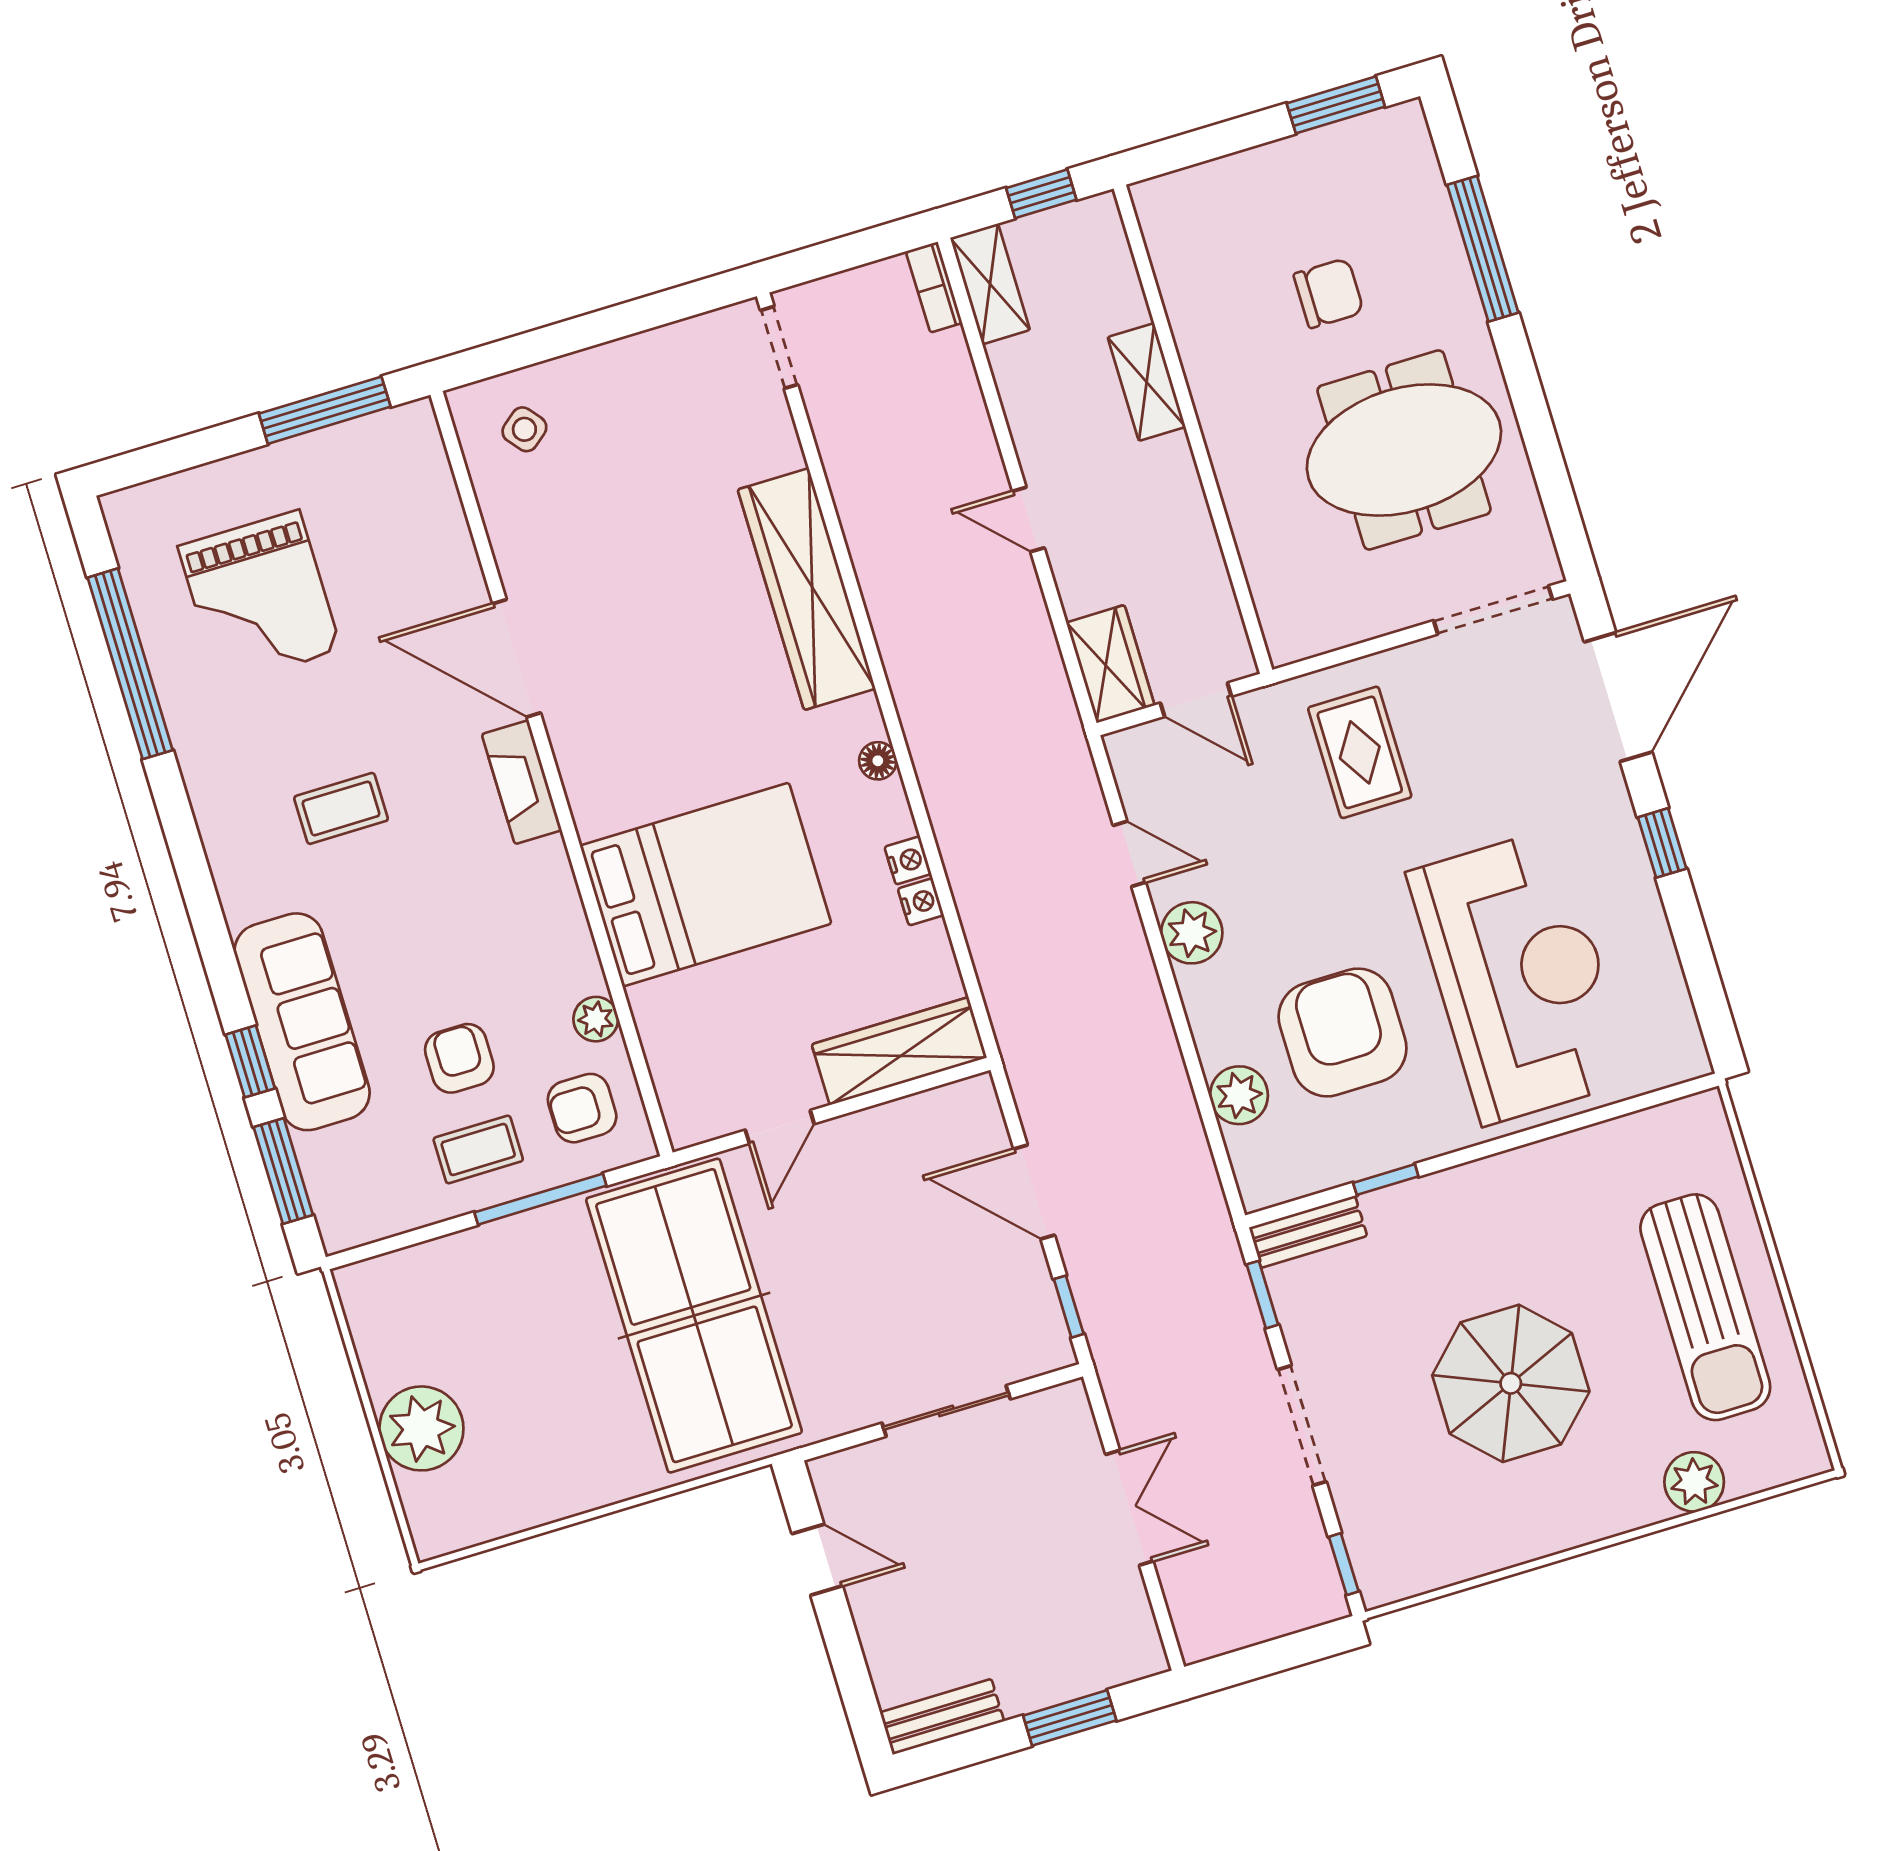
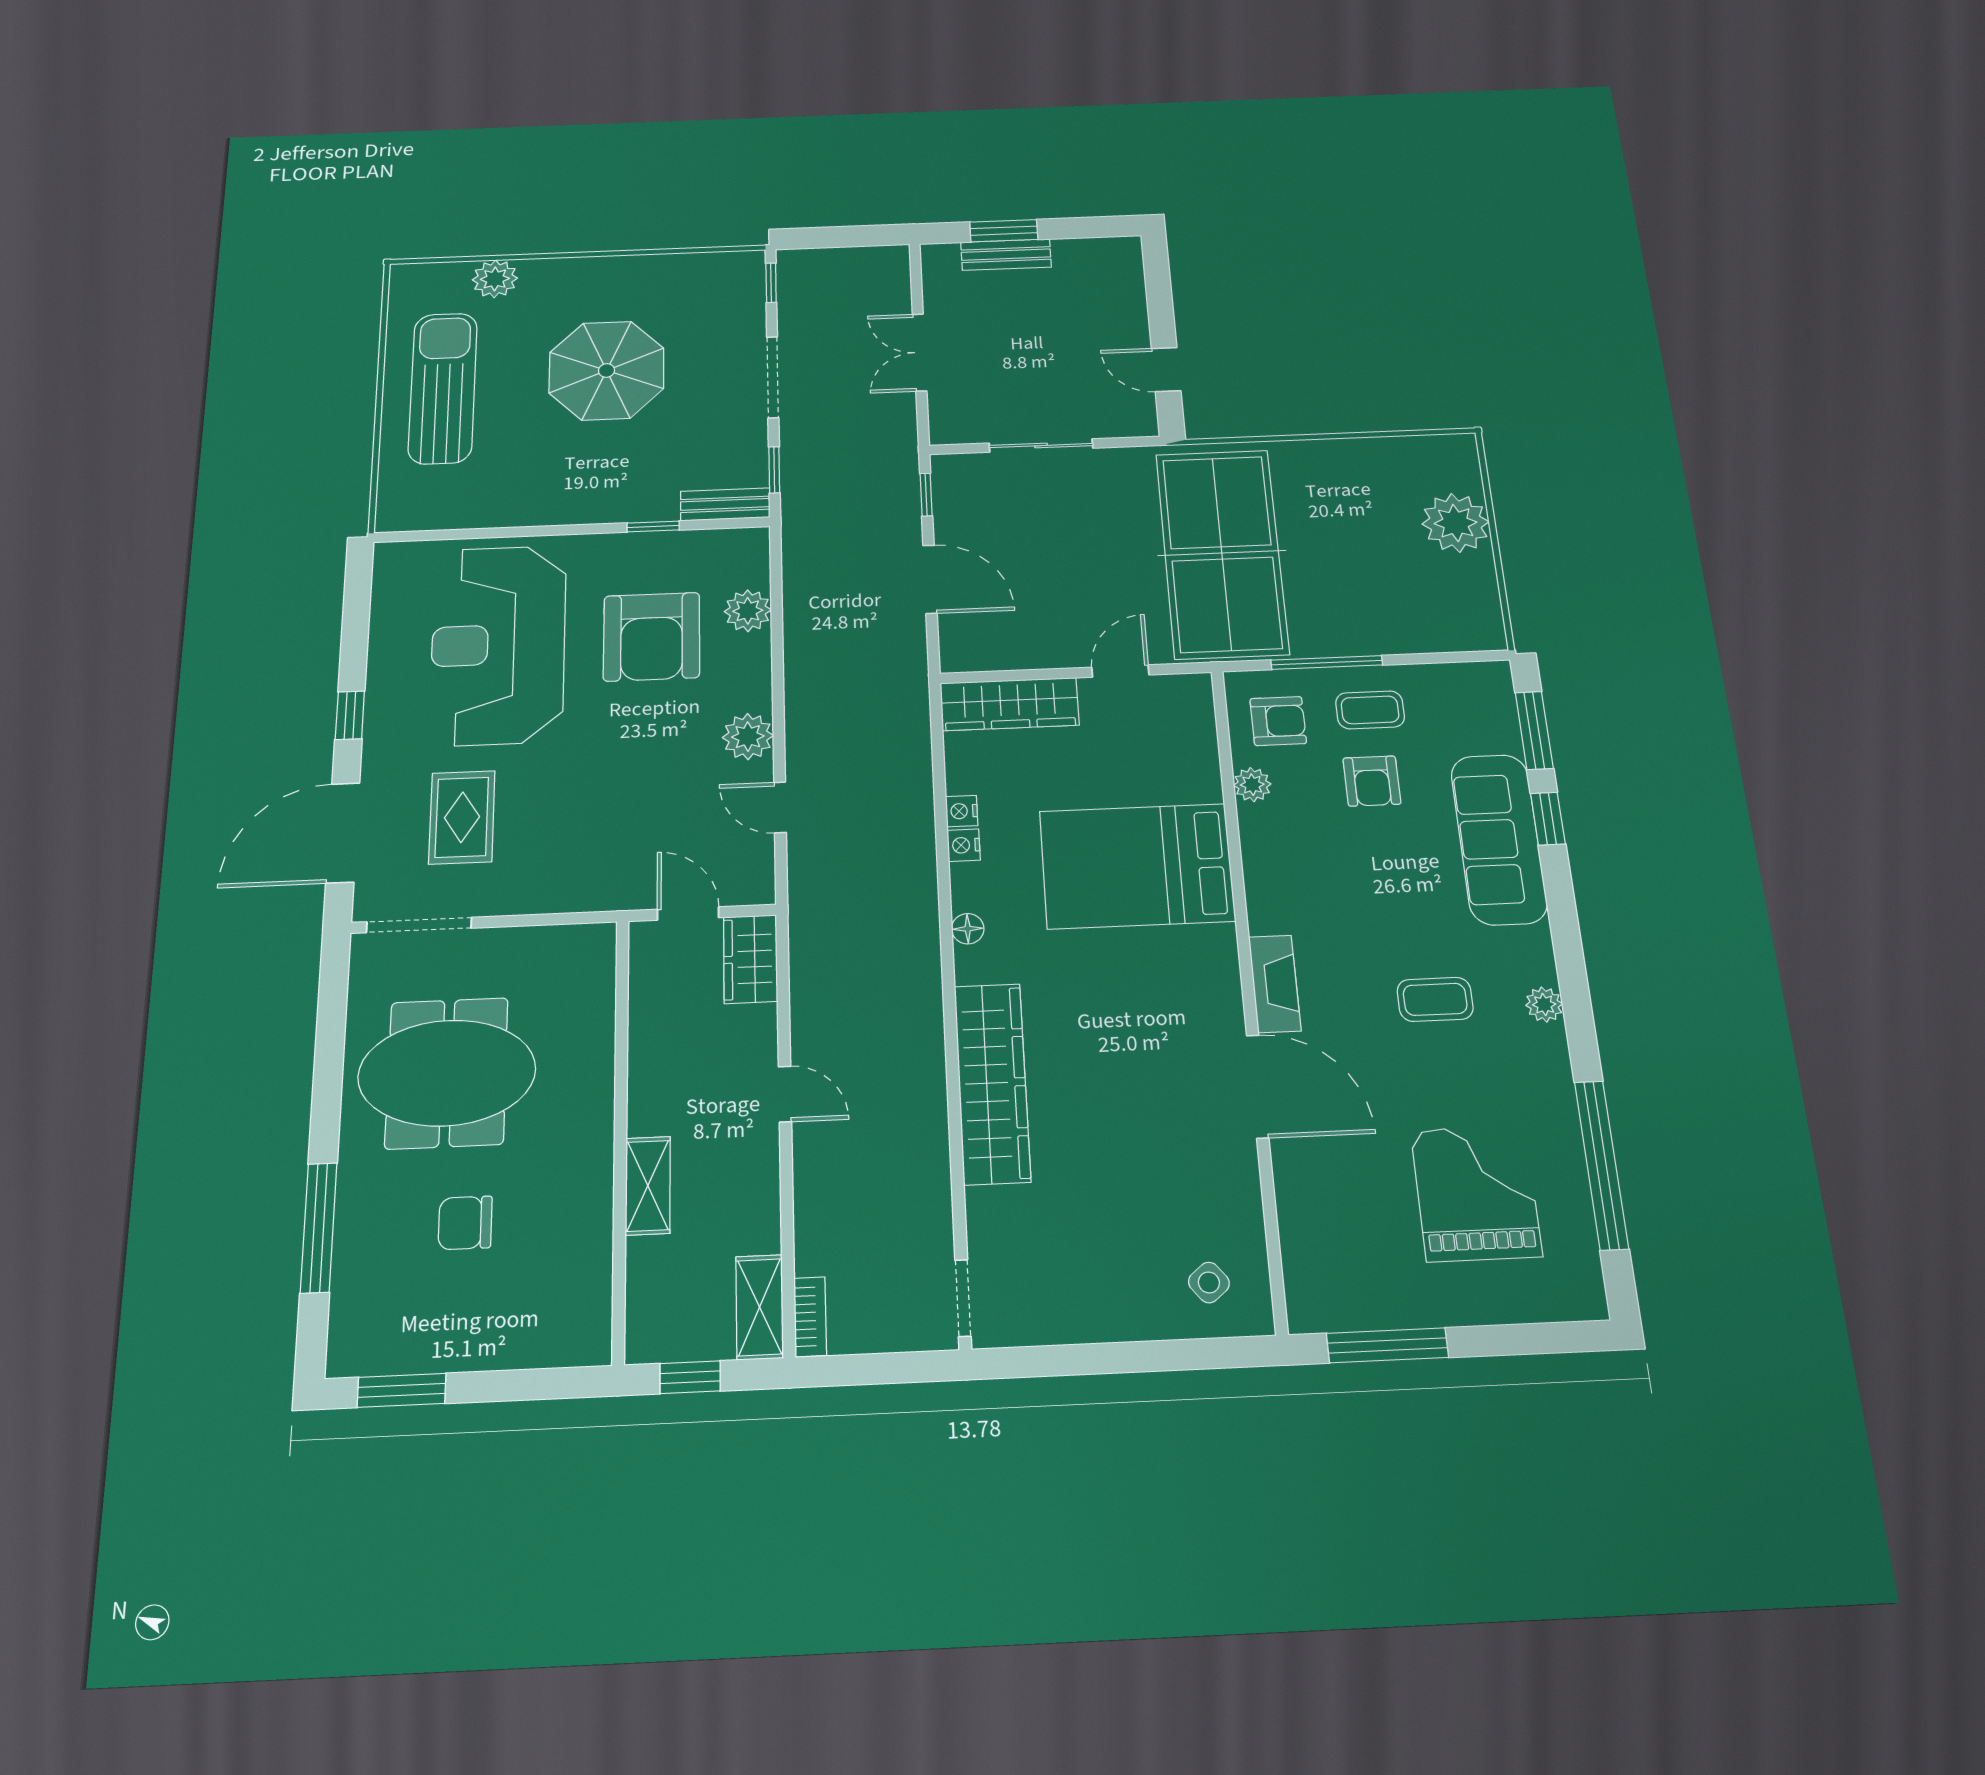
rug: (1360, 752) -> (462, 817), moved
plant: (220, 833) -> (1544, 1004), added
bench: (942, 1717) -> (1006, 255), moved

